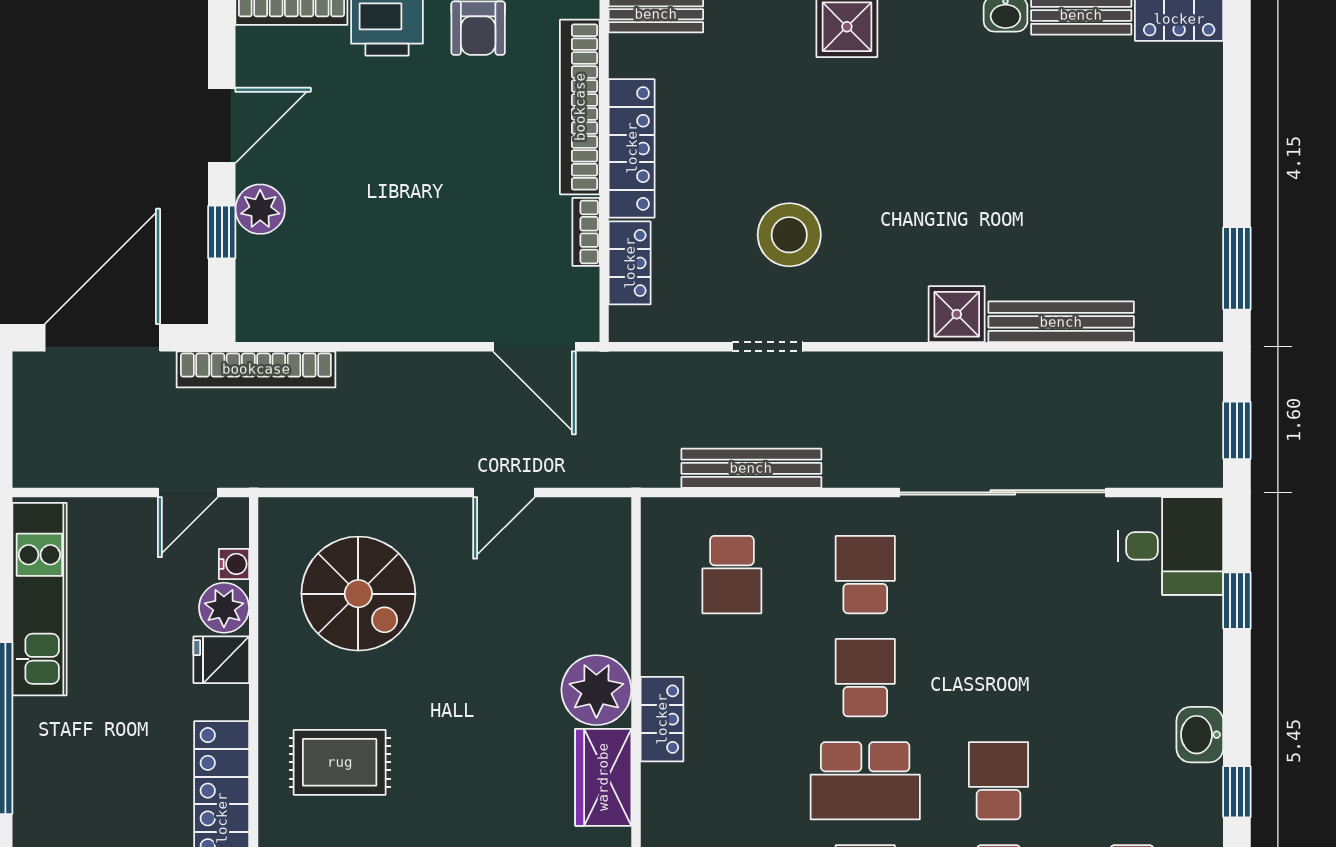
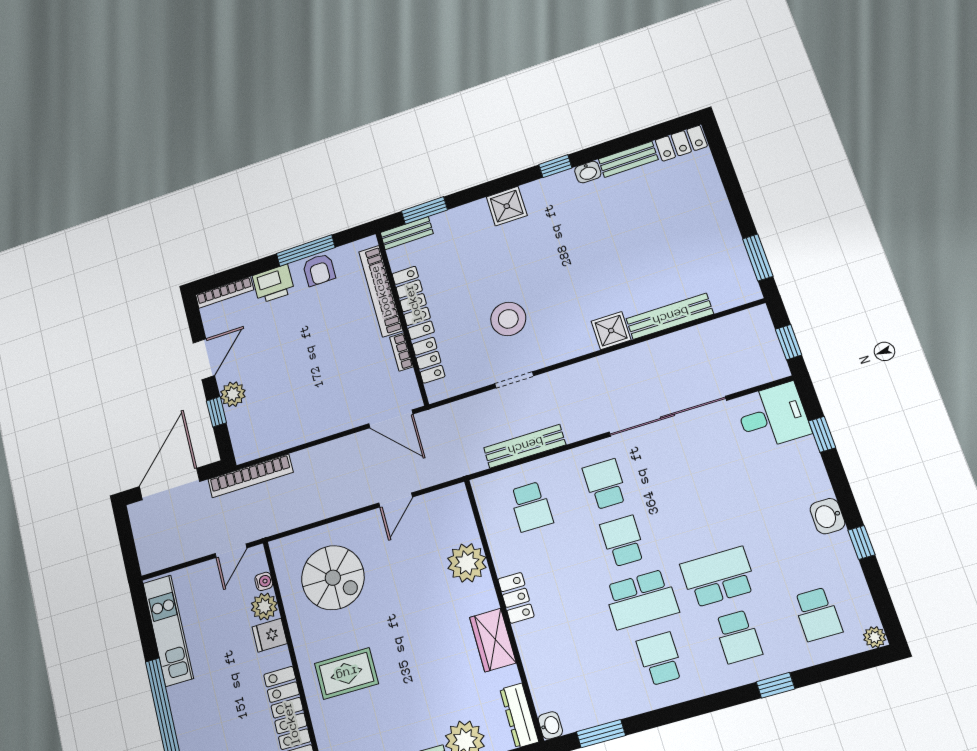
plant: (596, 690) -> (467, 563), moved
school desk: (999, 781) -> (718, 577), width x1.85

